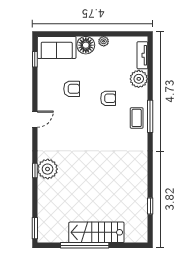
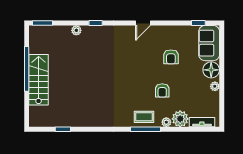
plant: (142, 94) -> (166, 122), added
door: (35, 119) -> (143, 23), hinge flipped
plant: (48, 169) -> (76, 30), moved, width x0.53, depth x0.53

